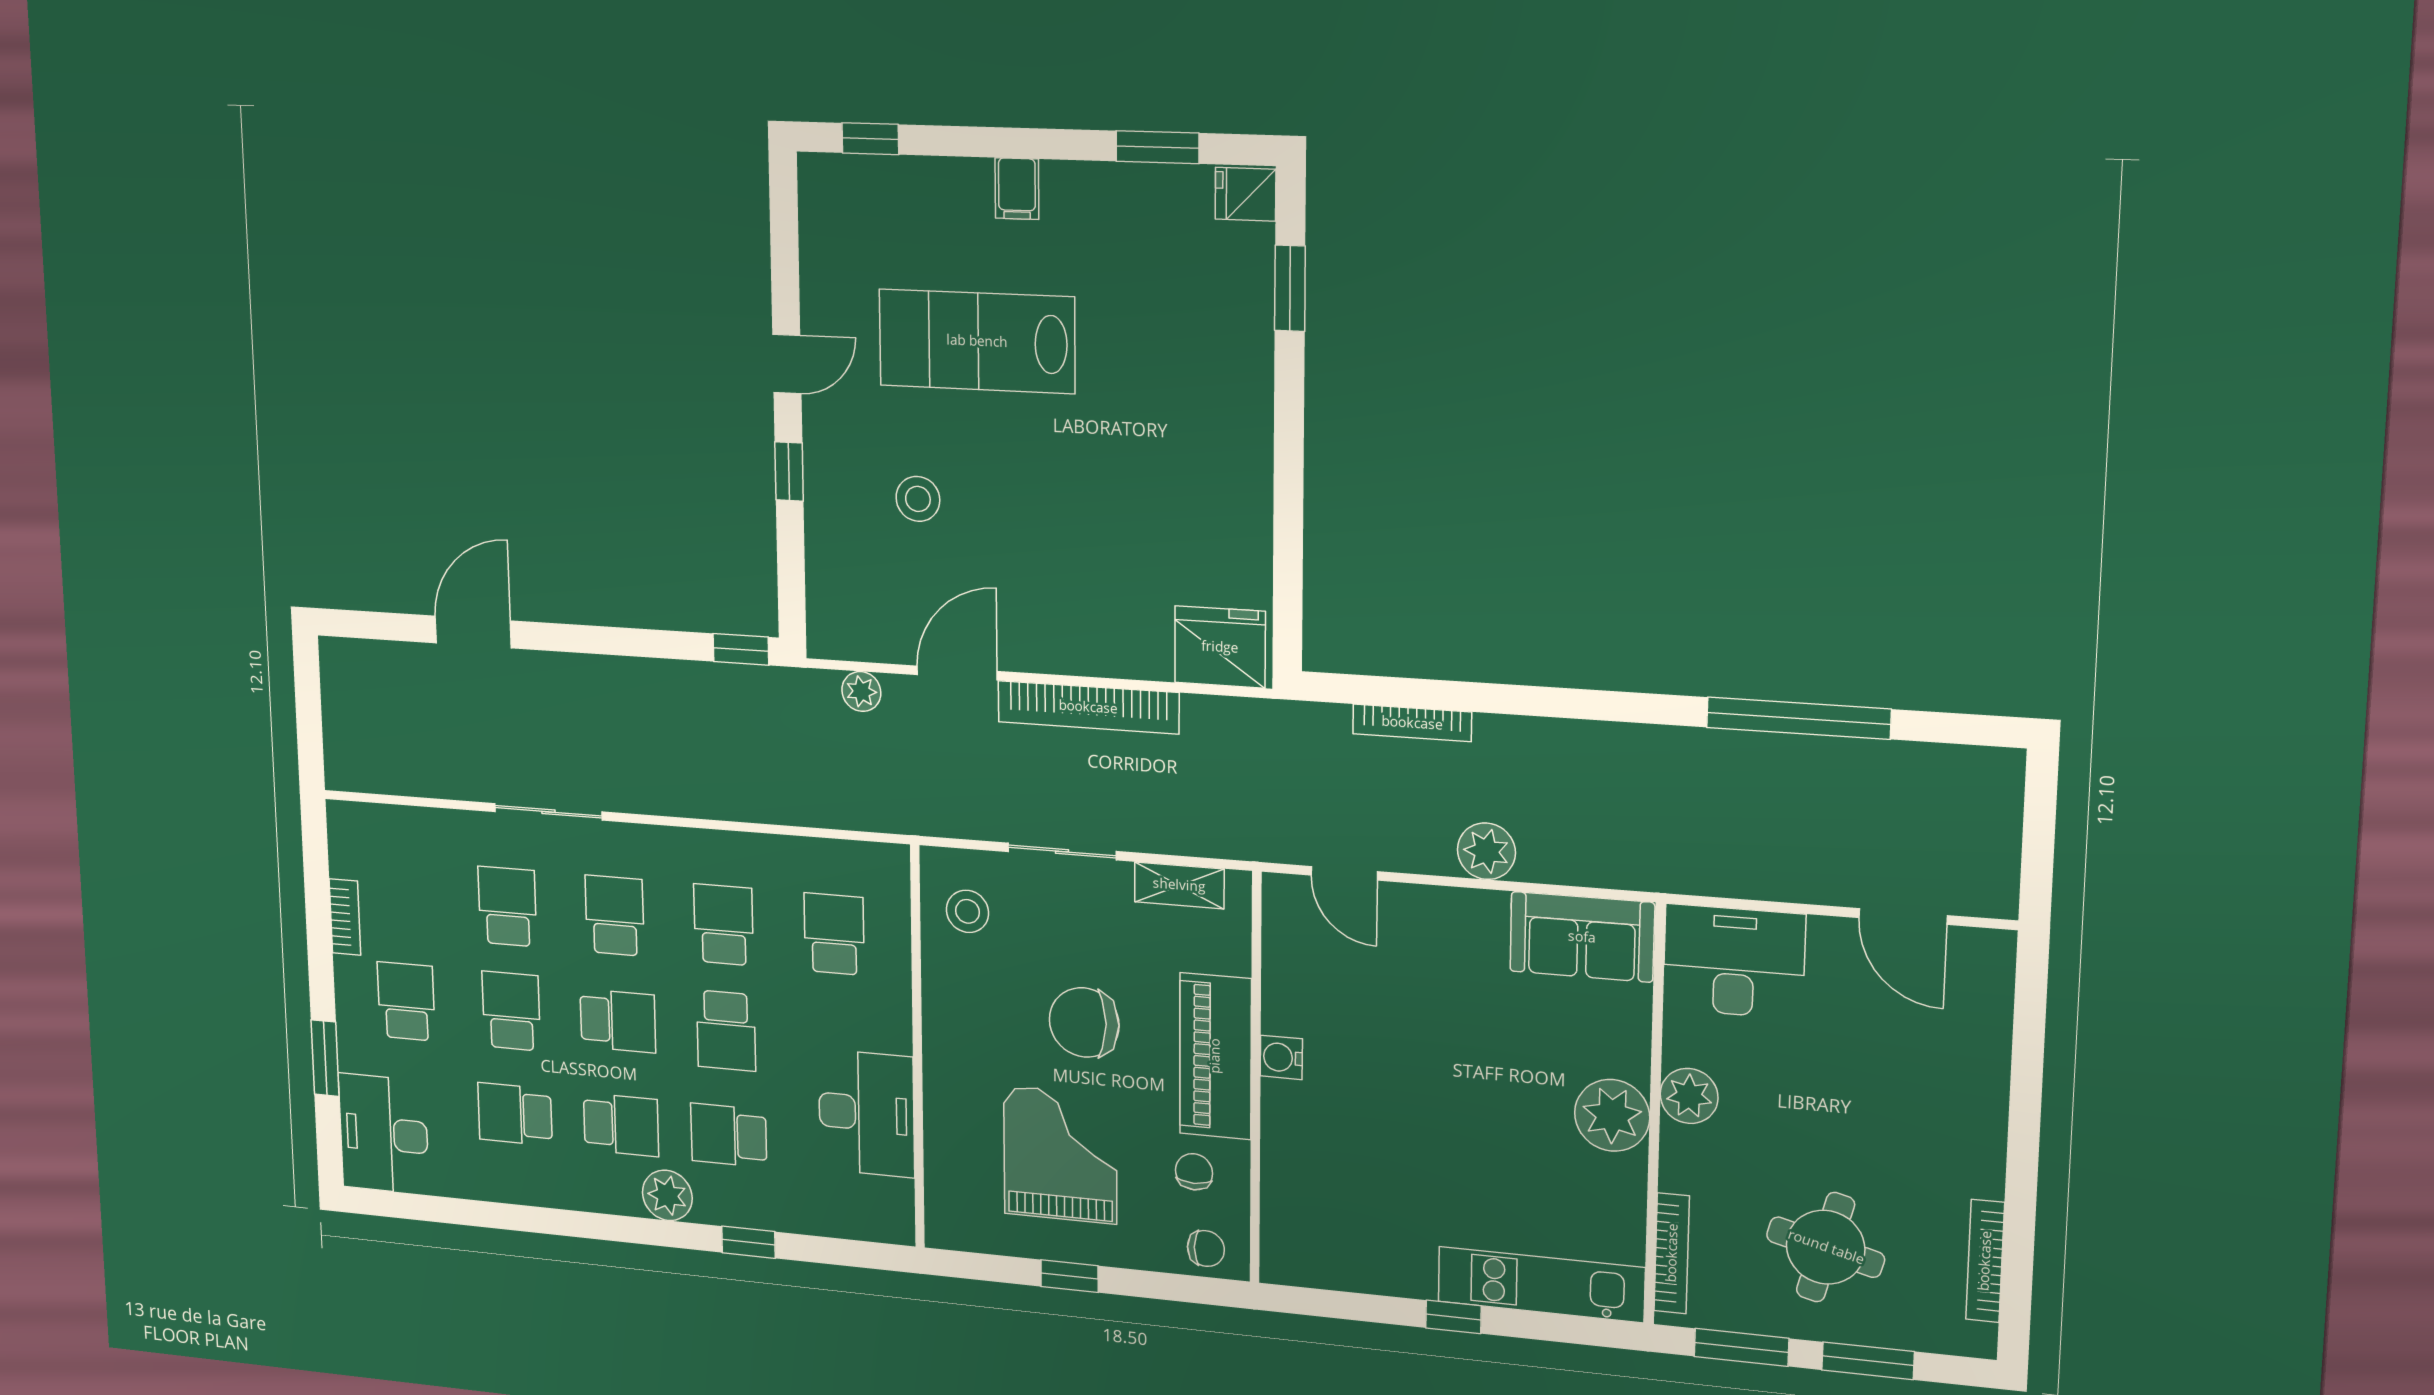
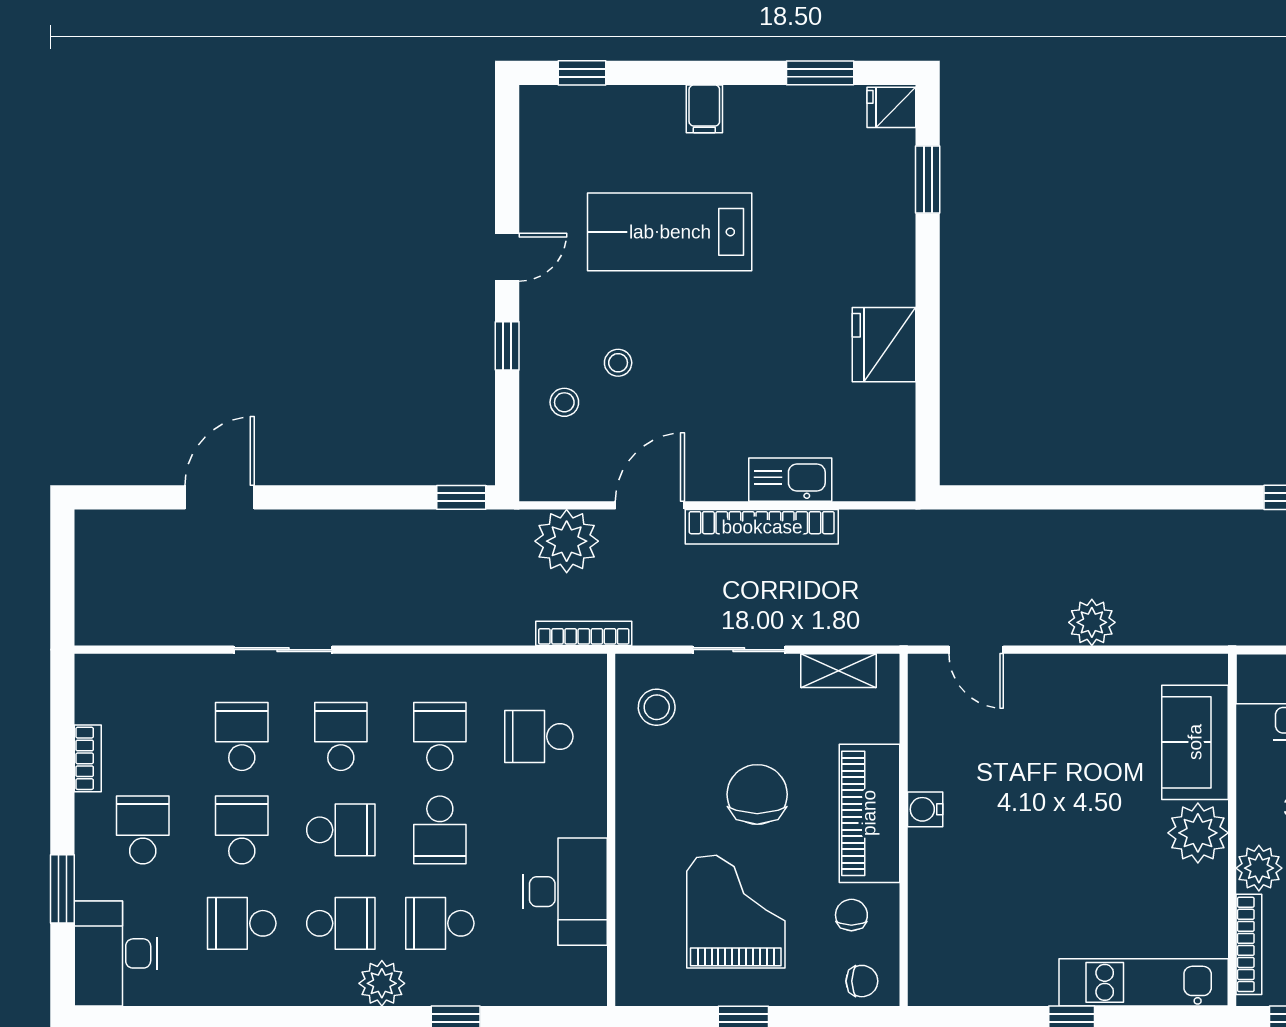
stool: (918, 499) -> (618, 363), width x0.73, depth x0.73
stool: (856, 543) -> (564, 402), added
fridge: (1220, 647) -> (884, 345), moved, turned -90
kitchen sink: (1122, 653) -> (790, 480), added
plant: (861, 691) -> (567, 541), width x1.87, depth x1.87
bookcase: (1412, 723) -> (584, 633), moved, turned 180
school desk: (834, 934) -> (539, 737), turned -90
sofa: (1582, 937) -> (1195, 742), moved, turned 90
chair: (1084, 1023) -> (757, 794), turned 90
plant: (1689, 1096) -> (1259, 868), moved

